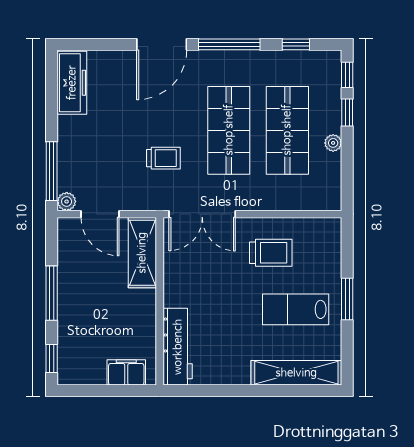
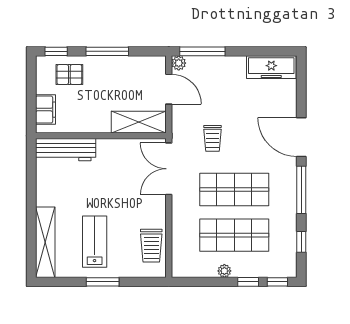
door: (100, 214) -> (169, 89), swing flipped
trolley: (271, 253) -> (151, 246), moved
pallet: (81, 342) -> (69, 75), added

